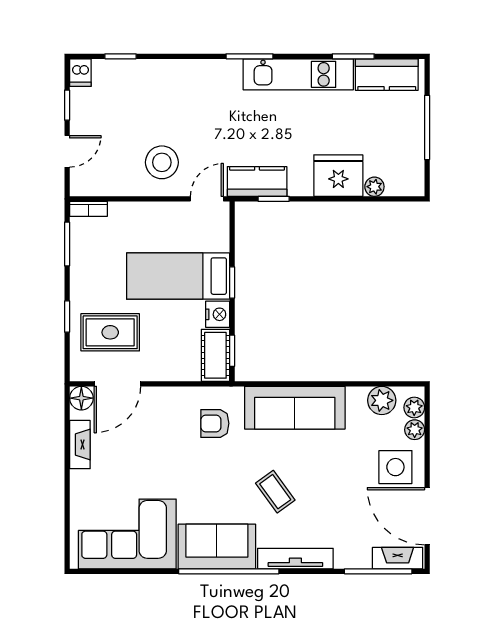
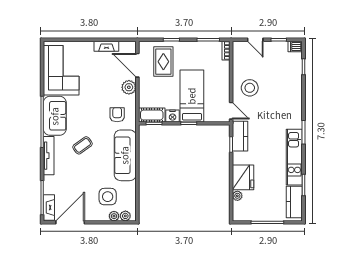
floor lamp: (81, 398) -> (130, 47), removed
plant: (382, 400) -> (129, 87), moved
side table: (395, 467) -> (108, 197), moved

